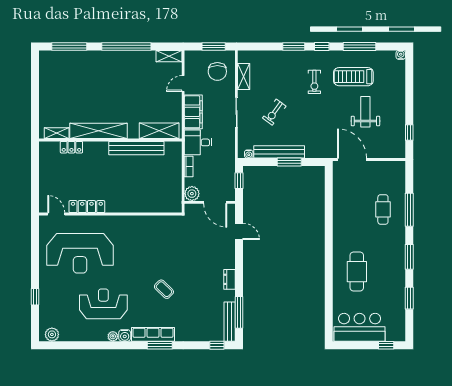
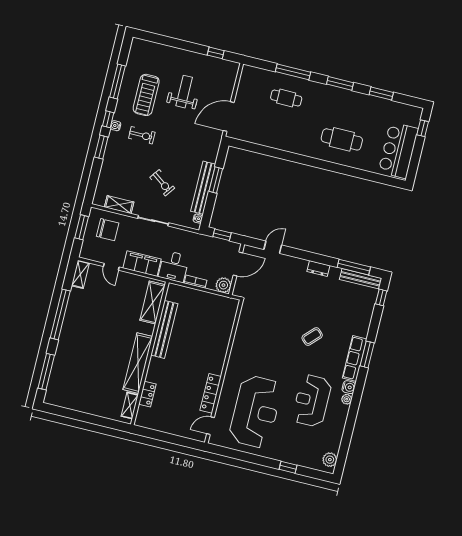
water cooler: (401, 55) -> (116, 126), moved
weight bench: (365, 112) -> (184, 92), turned 90

